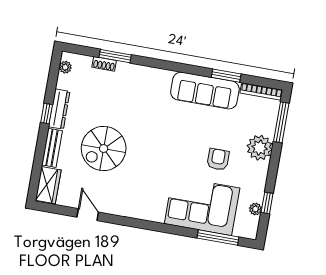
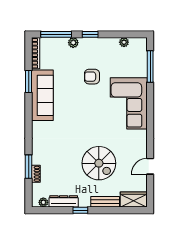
dresser: (59, 109) -> (64, 201), moved
plant: (260, 148) -> (73, 43), width x0.53, depth x0.53
window: (267, 203) -> (90, 34), moved
corner sofa: (202, 206) -> (129, 103), moved

